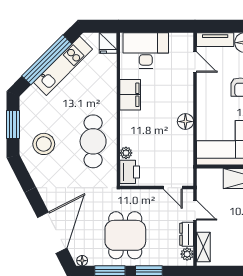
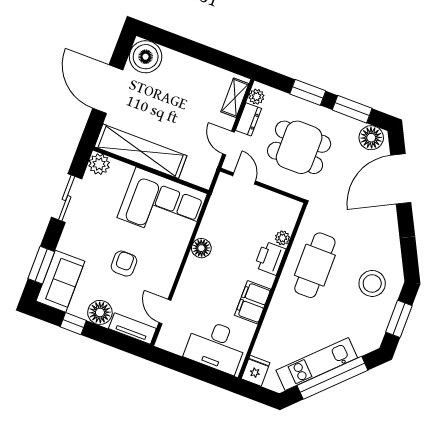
printer: (130, 172) -> (270, 258), moved
dining table: (125, 235) -> (299, 147), moved, turned 90
floor lamp: (82, 261) -> (371, 138), width x1.89, depth x1.89

